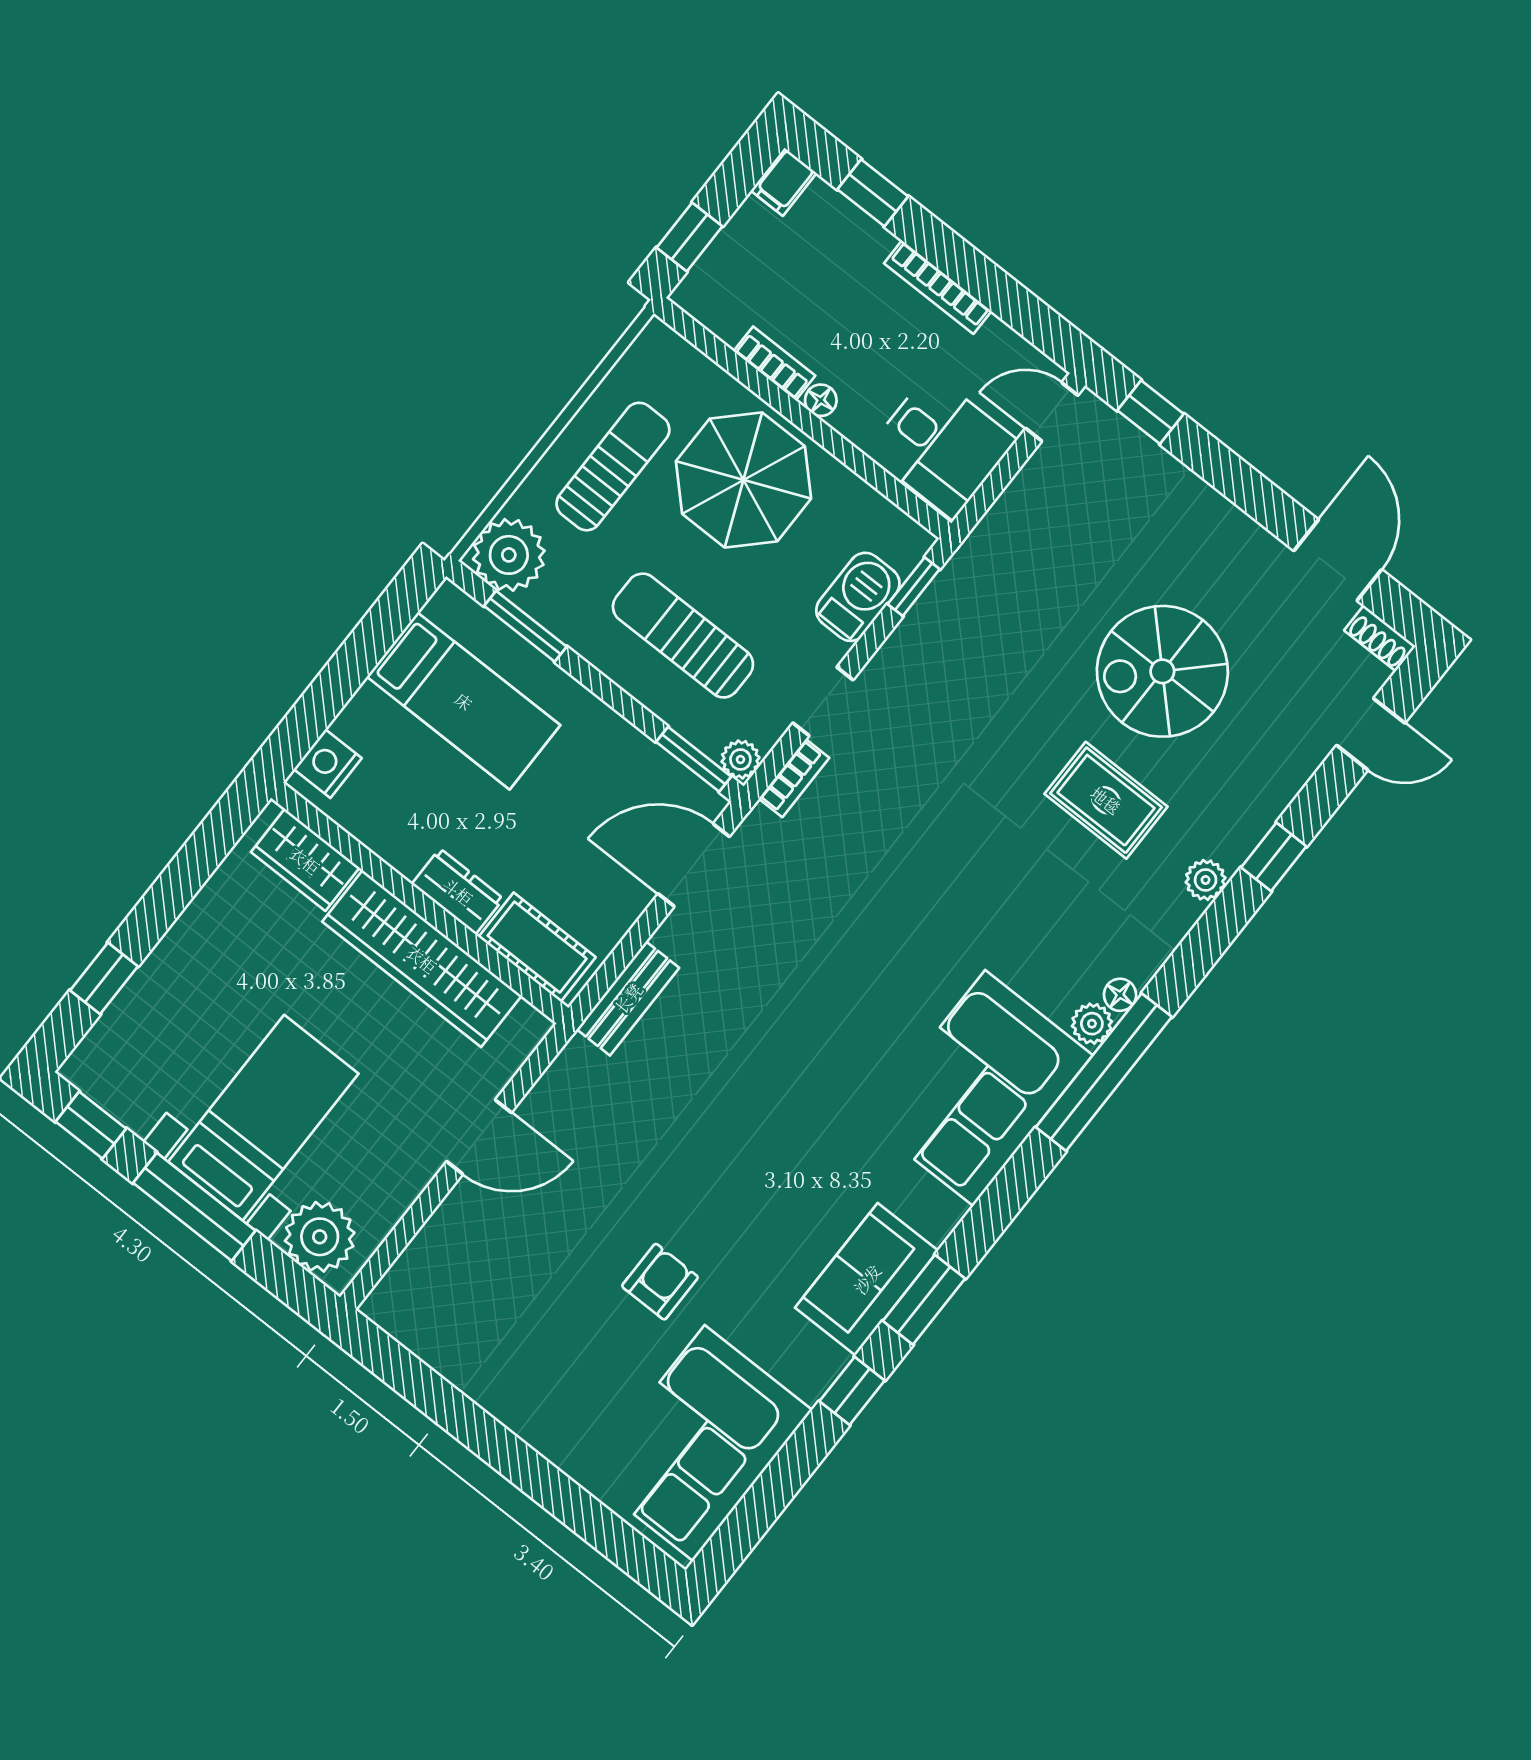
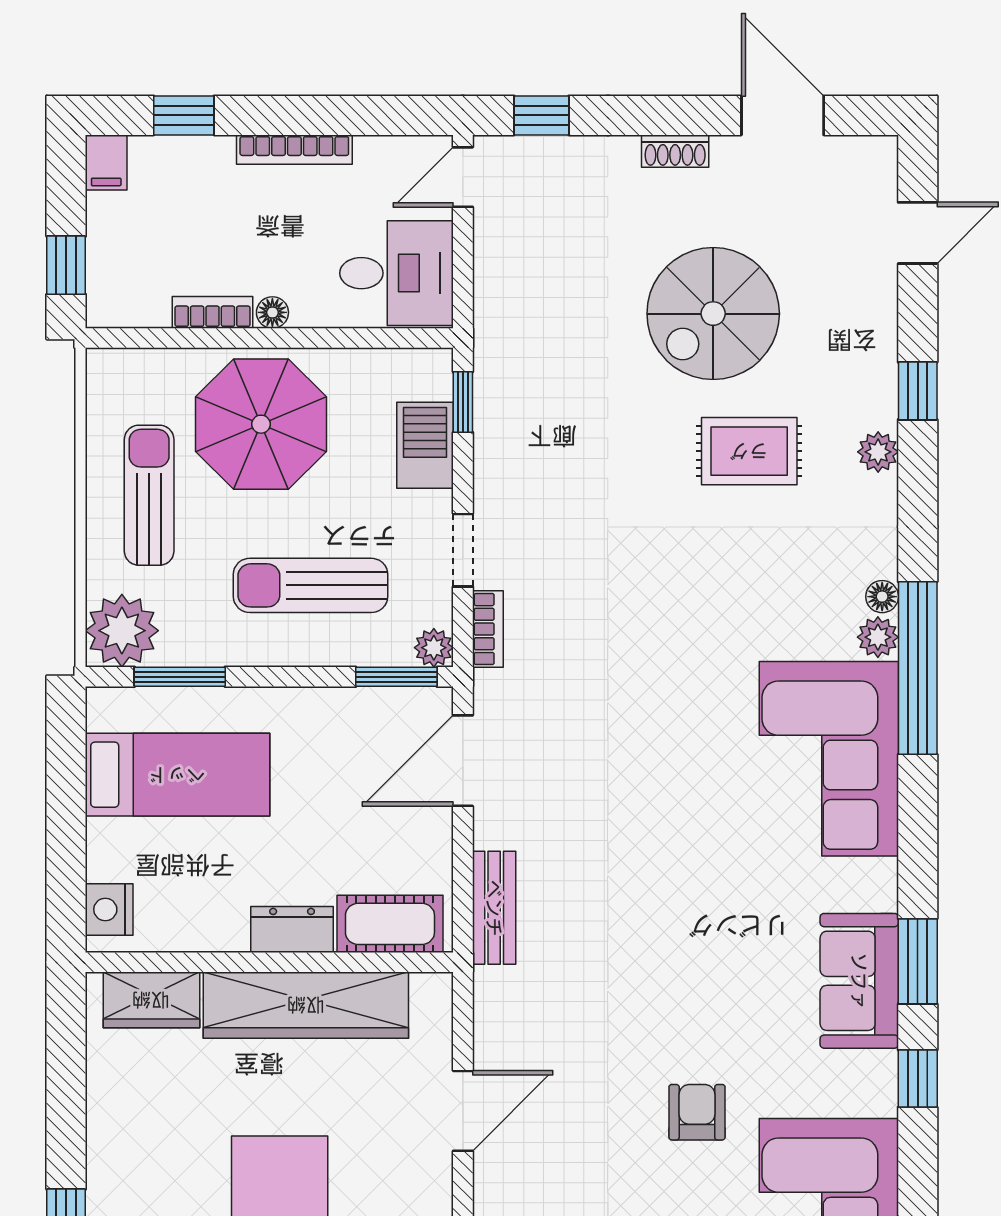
shoe rack: (1380, 638) -> (675, 151), moved

